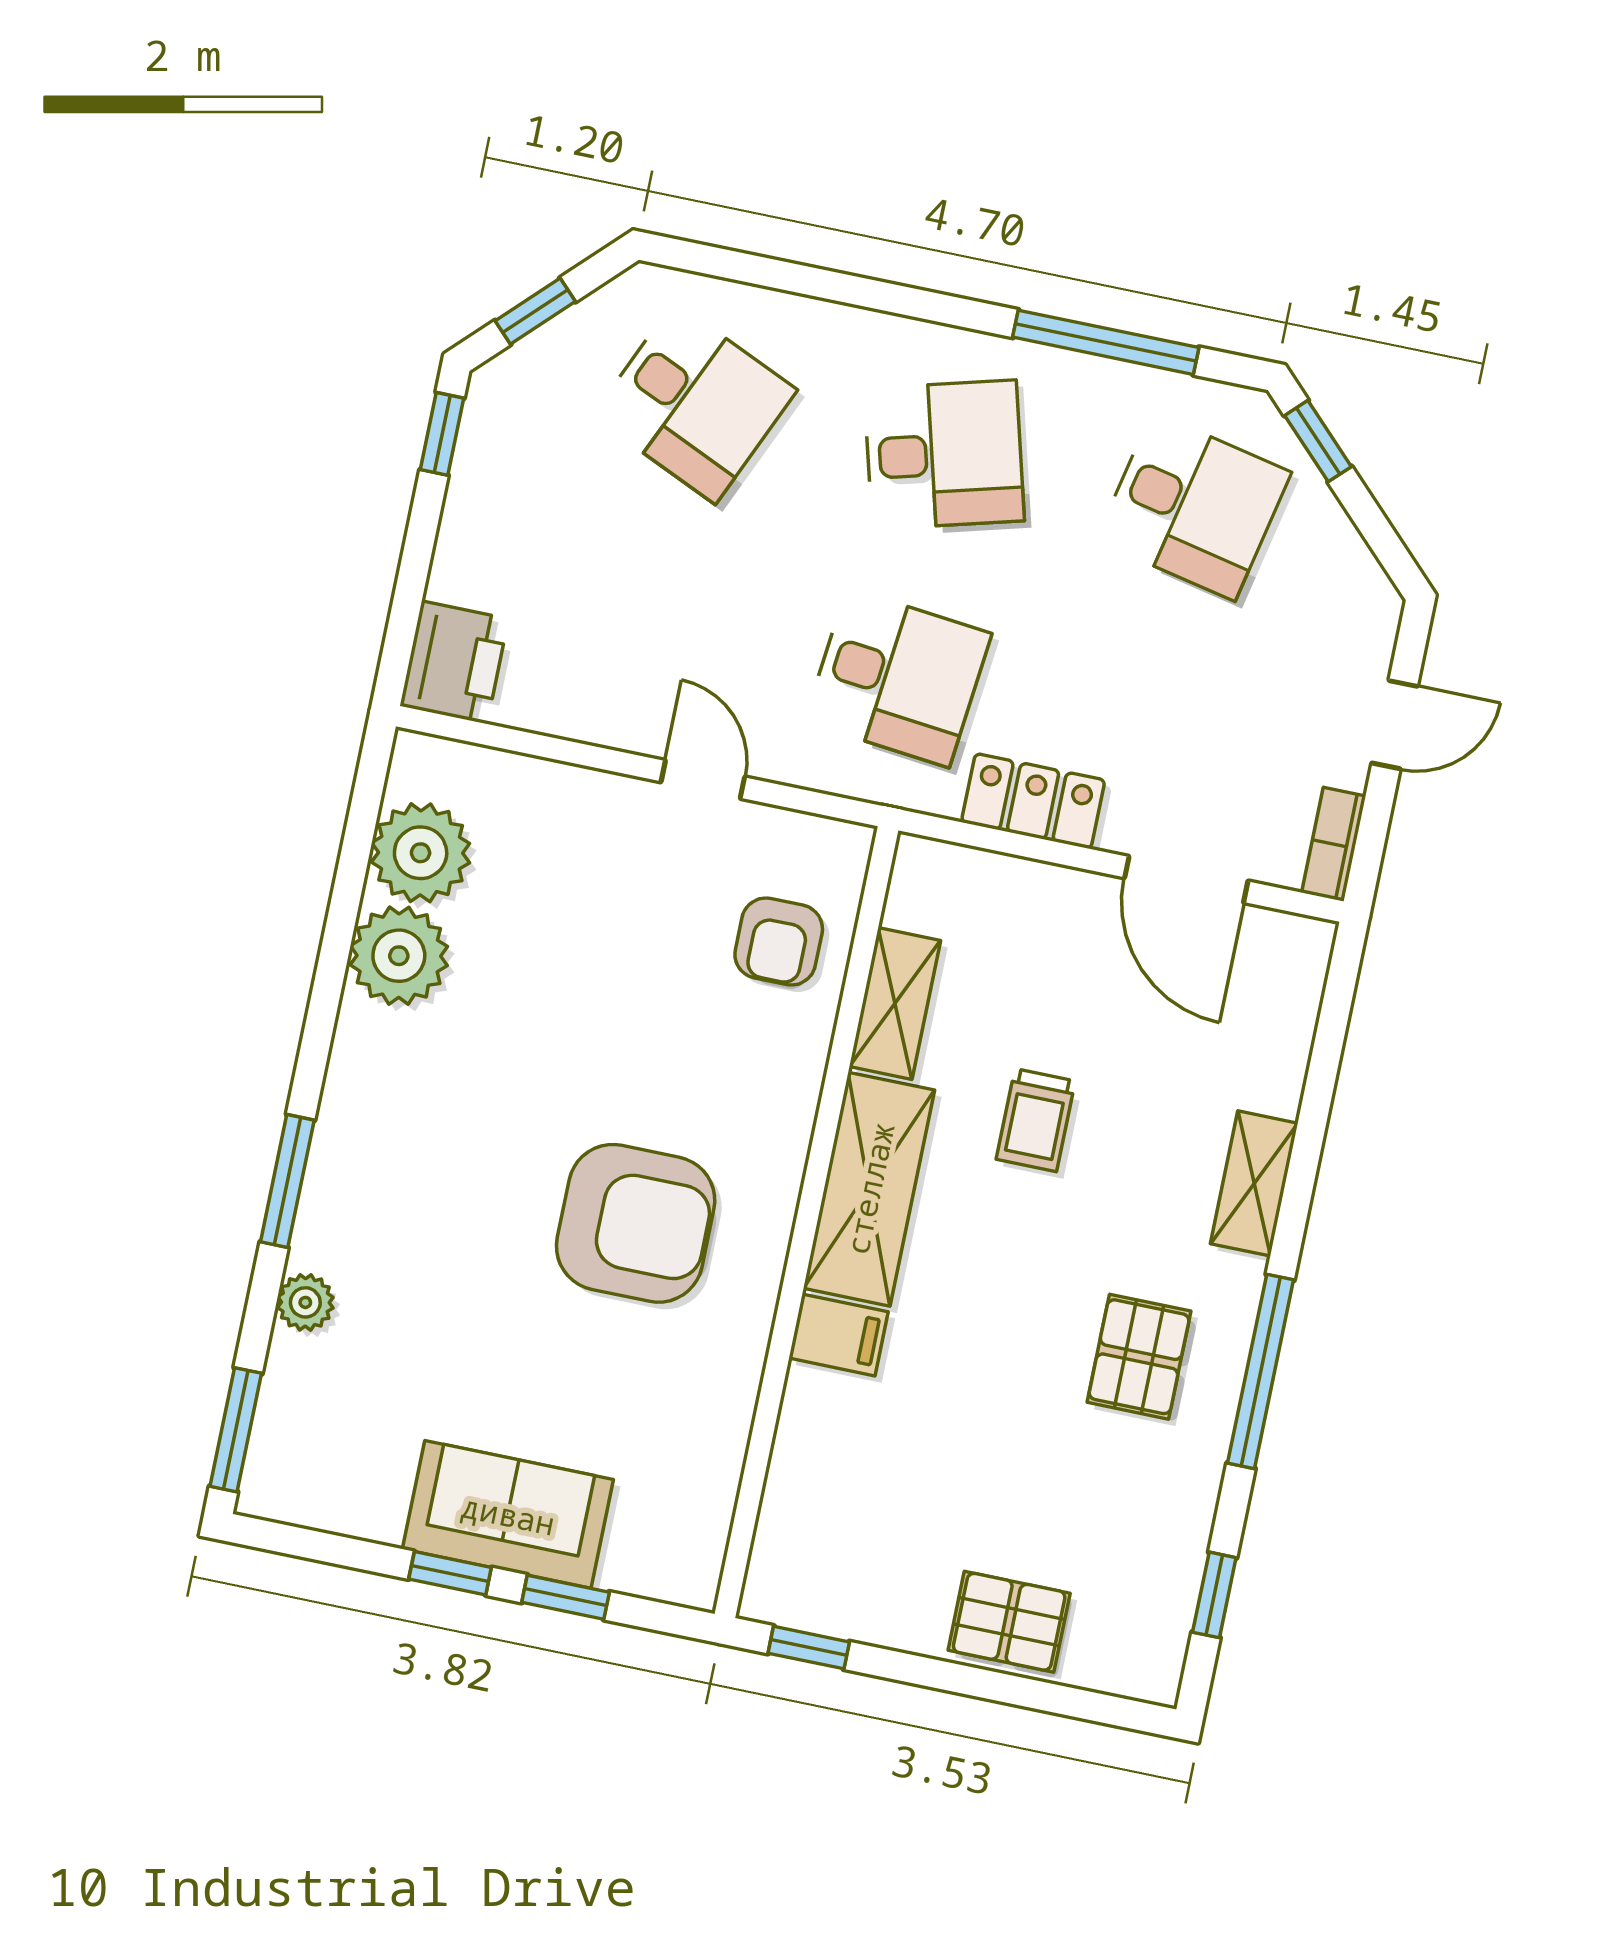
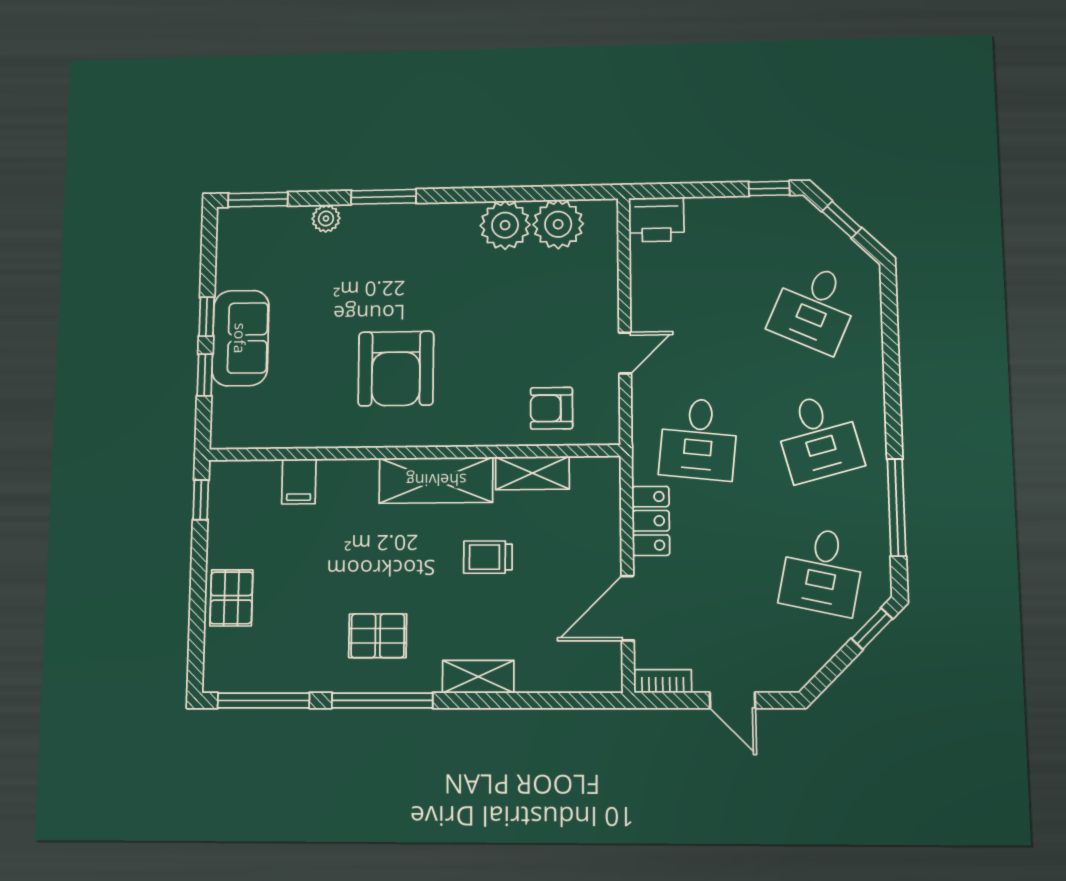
filing cabinet: (839, 1335) -> (299, 481), moved
window: (1214, 1595) -> (264, 700), width x2.17

